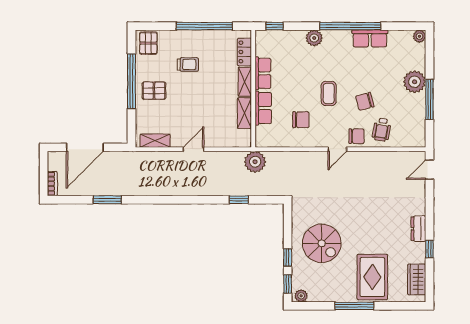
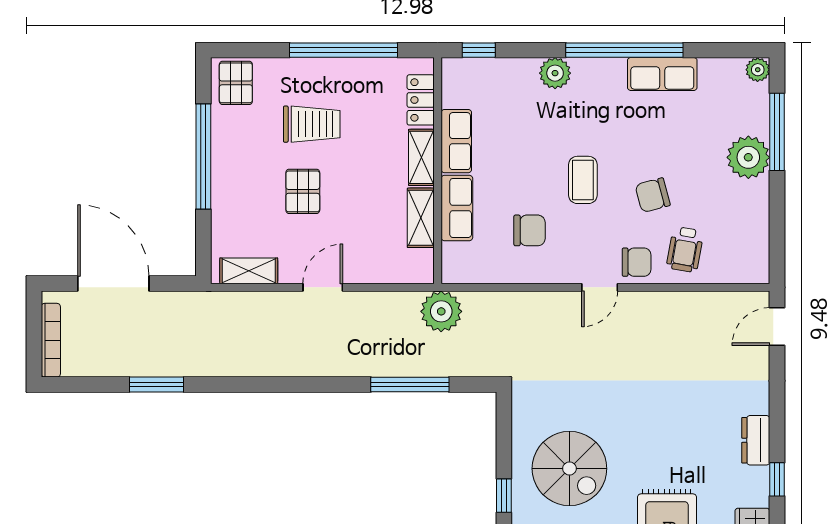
trolley: (188, 64) -> (312, 124), width x1.36, depth x1.39
pallet: (154, 91) -> (303, 191), moved, turned 90
window: (429, 99) -> (777, 132), moved
door: (85, 147) -> (113, 284), swing flipped
bookcase: (52, 184) -> (51, 340), width x1.56
window: (239, 200) -> (410, 385), width x2.17

